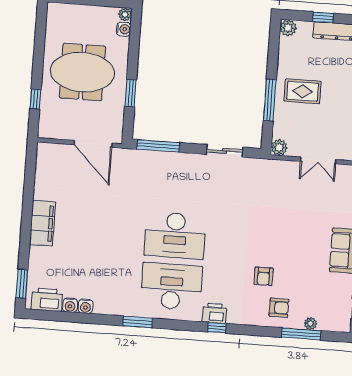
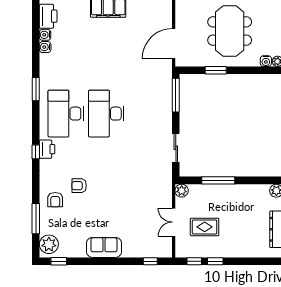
rug: (303, 91) -> (205, 227), moved, turned 90
desk: (171, 286) -> (66, 114), turned 180
plant: (310, 324) -> (49, 244), moved, width x1.87, depth x1.87

